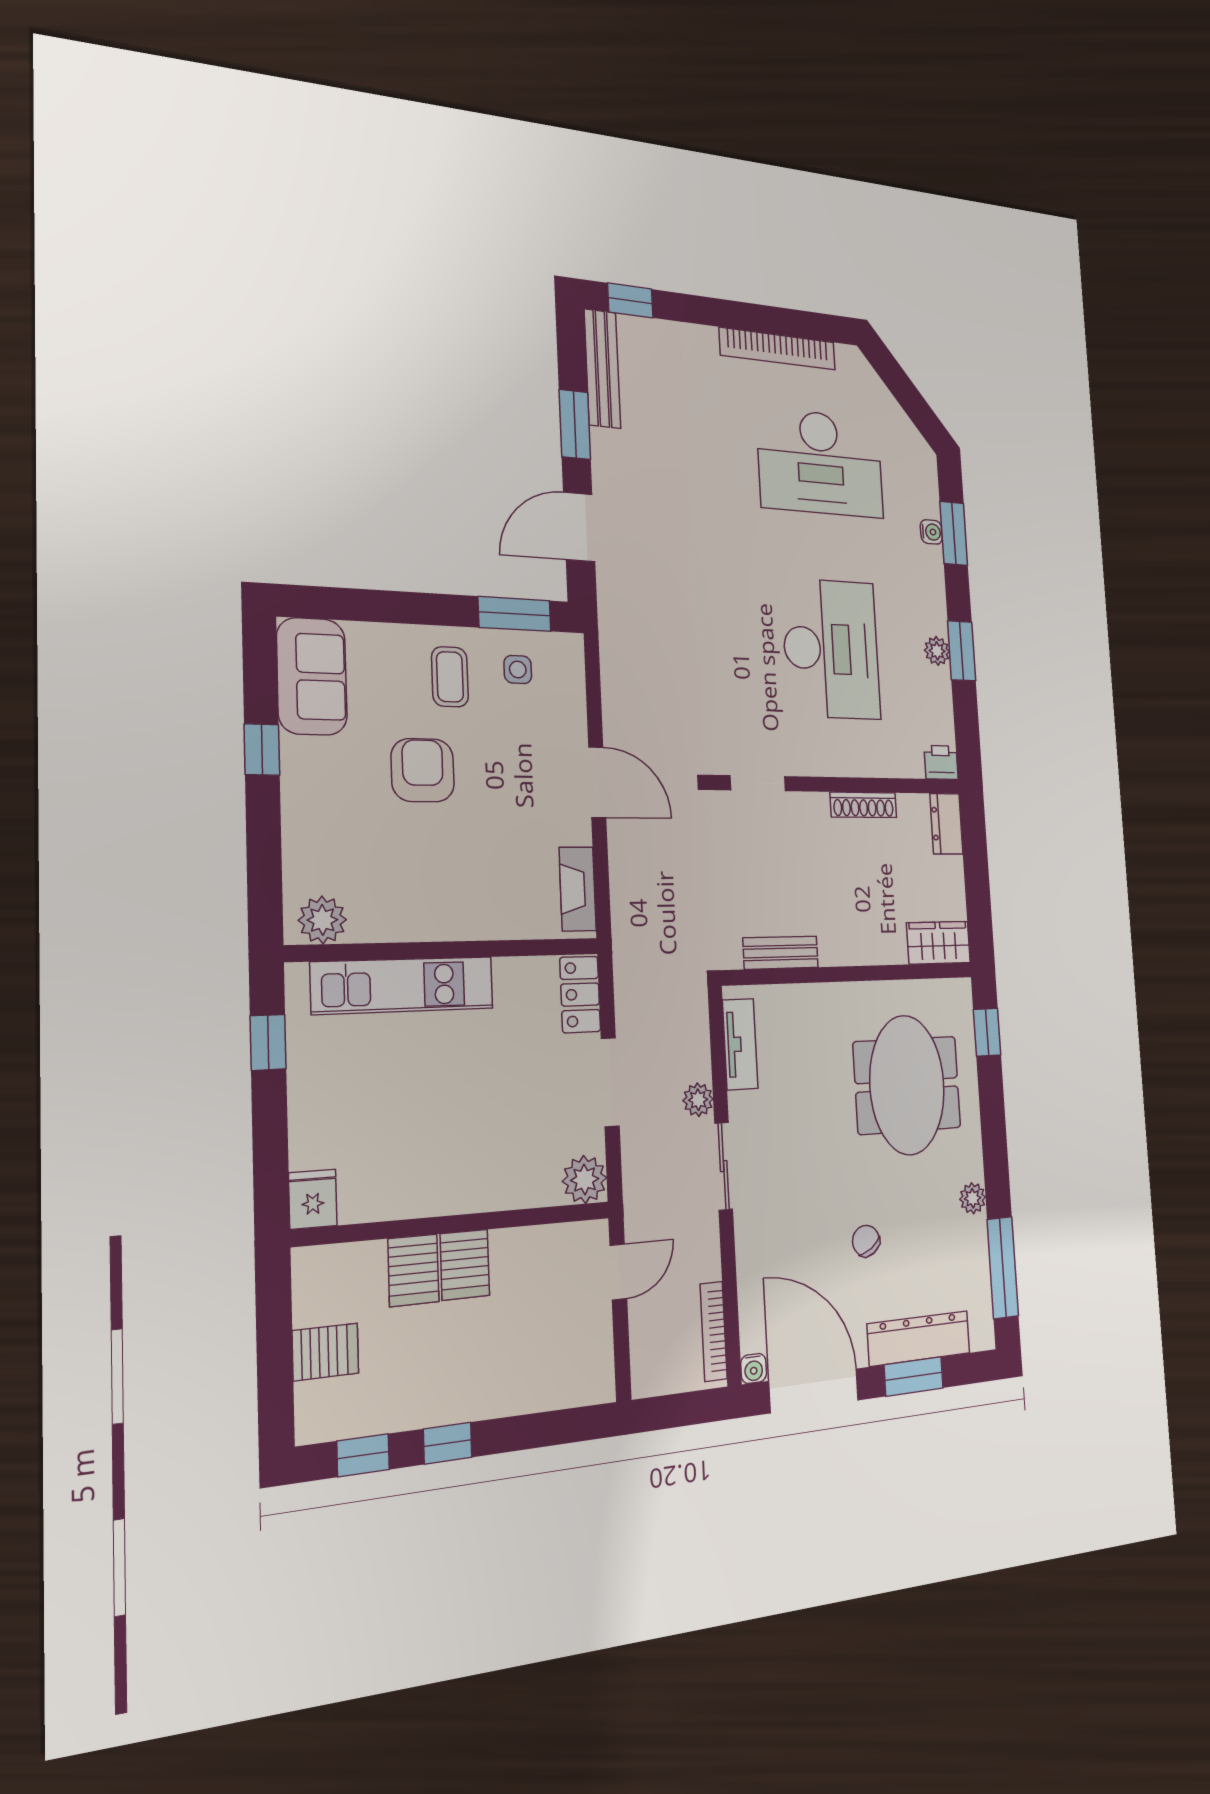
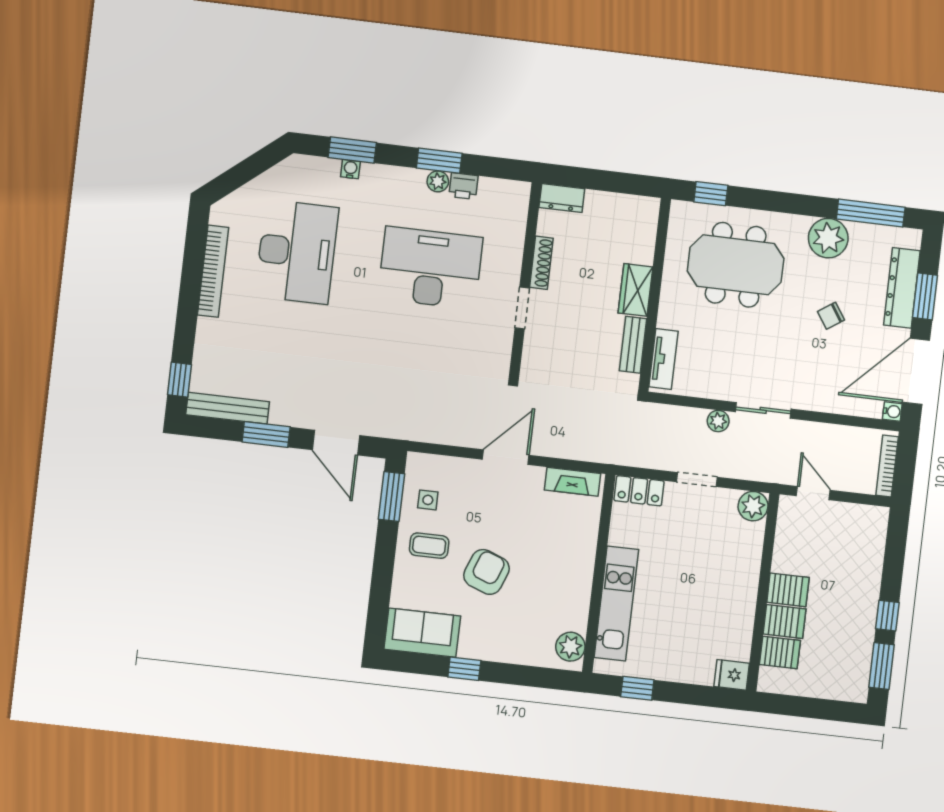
printer: (941, 762) -> (463, 186), moved, turned -90
armchair: (423, 770) -> (486, 572), turned 111
doorway: (758, 783) -> (522, 308), moved
wardrobe: (939, 943) -> (635, 290), moved
tv unit: (740, 1044) -> (664, 359), moved, turned 90
doorway: (610, 1082) -> (697, 480), width x0.73
plant: (973, 1198) -> (828, 238), width x1.88, depth x1.88
bookcase: (714, 1331) -> (887, 466), moved, turned 90
server rack: (325, 1352) -> (780, 652), moved, turned 90
window: (363, 1455) -> (881, 666), width x1.50

